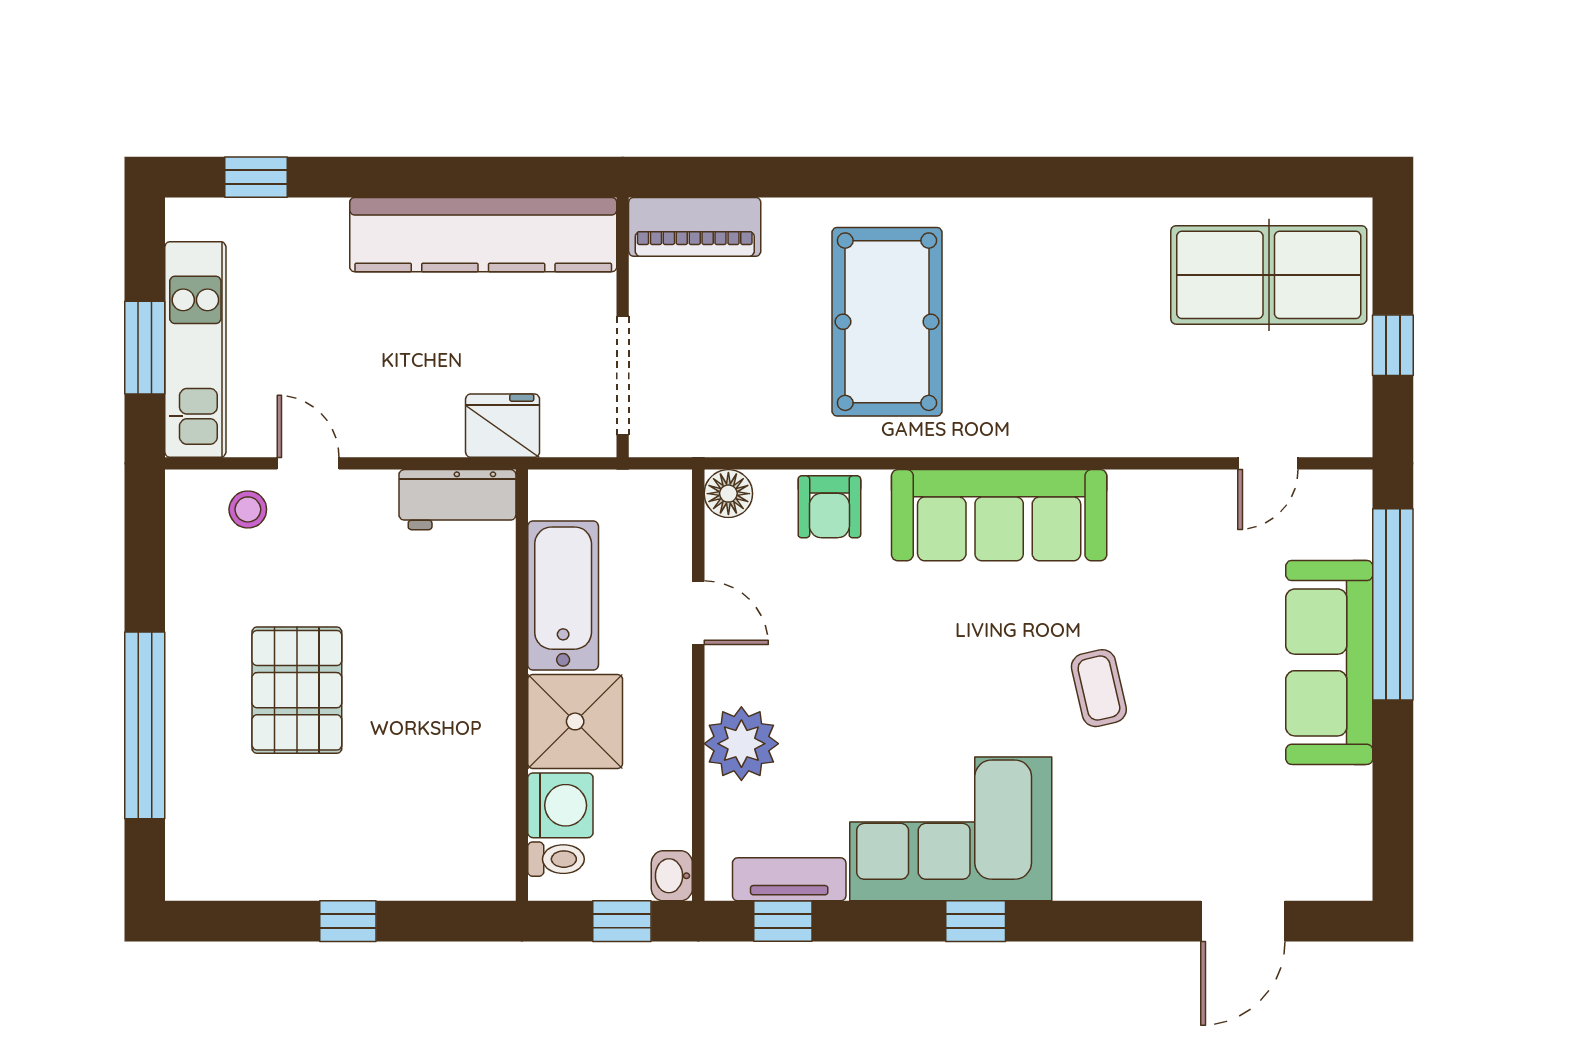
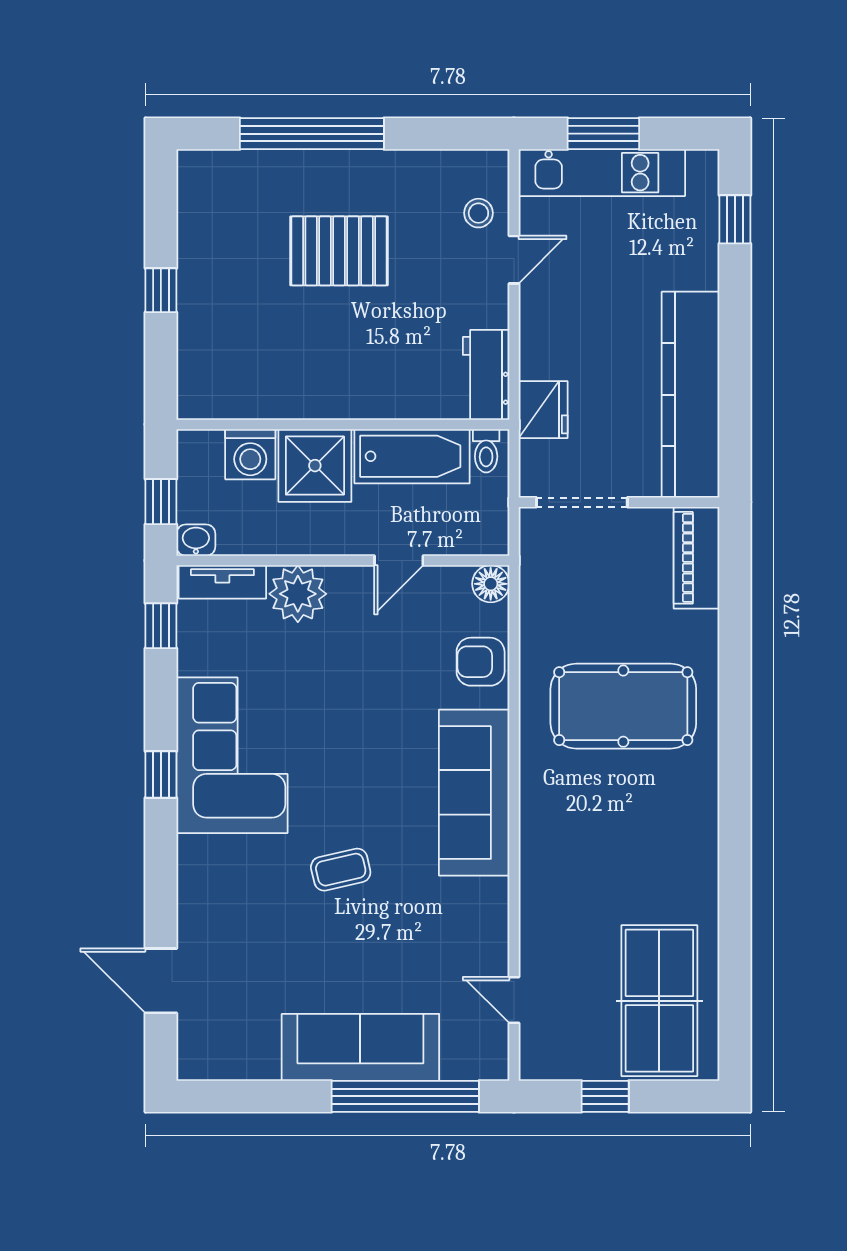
toilet: (556, 859) -> (486, 451), moved
tv unit: (789, 879) -> (222, 582), moved, turned 90

